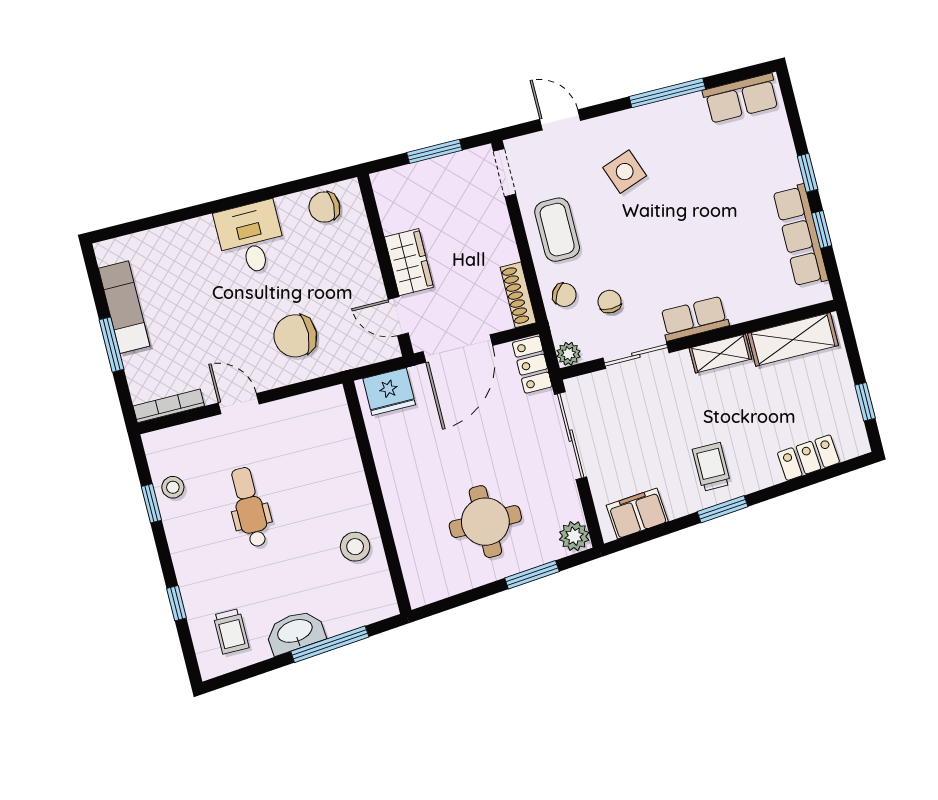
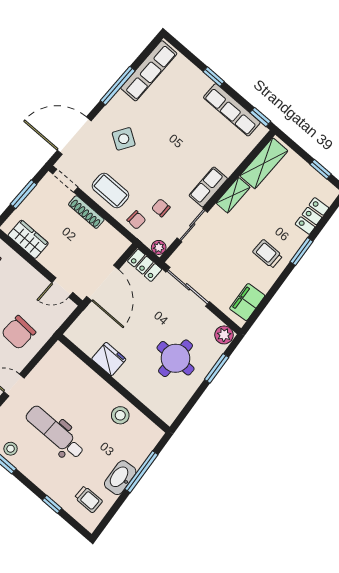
row of seats: (741, 98) -> (149, 71), width x1.48
door: (560, 120) -> (74, 136), width x1.87
side table: (625, 172) -> (124, 139), turned -37
window: (822, 229) -> (260, 117), moved
wardrobe: (409, 262) -> (28, 239), moved
shoe rack: (518, 295) -> (86, 212), moved
chair: (564, 295) -> (136, 220), turned 61
fridge: (389, 392) -> (109, 359), moved, turned -90
dental chair: (249, 507) -> (55, 432), width x1.36, depth x1.38
window: (723, 509) -> (302, 252), moved

